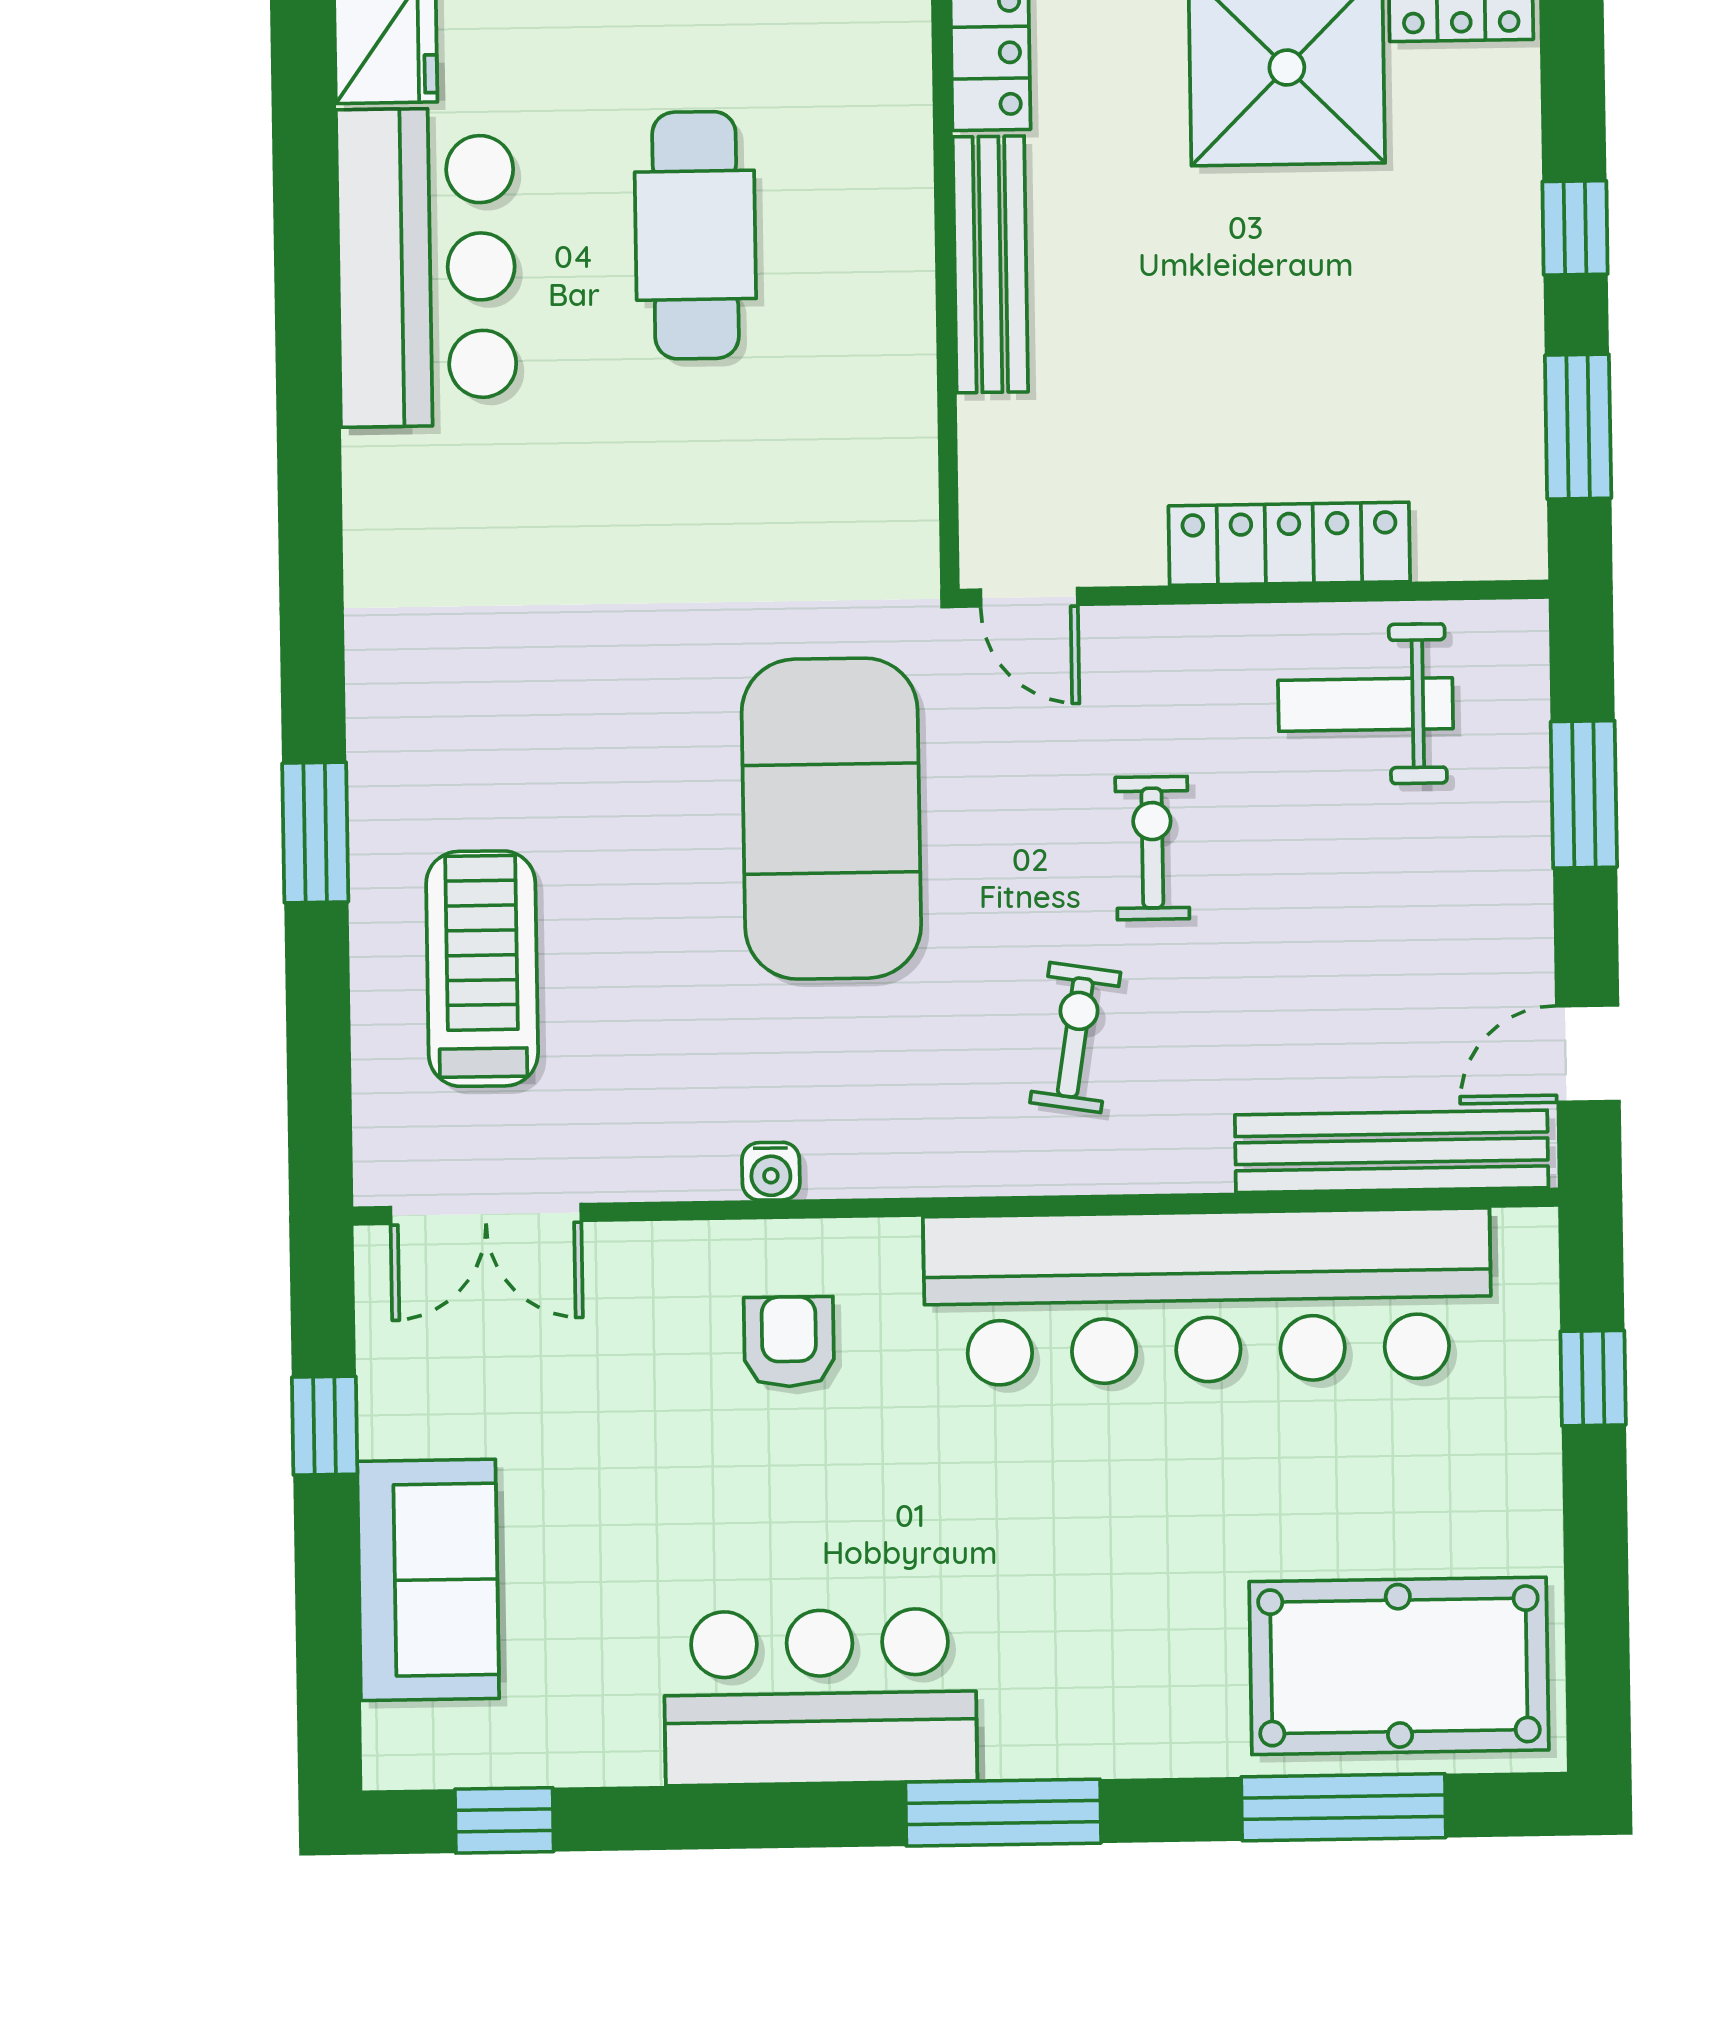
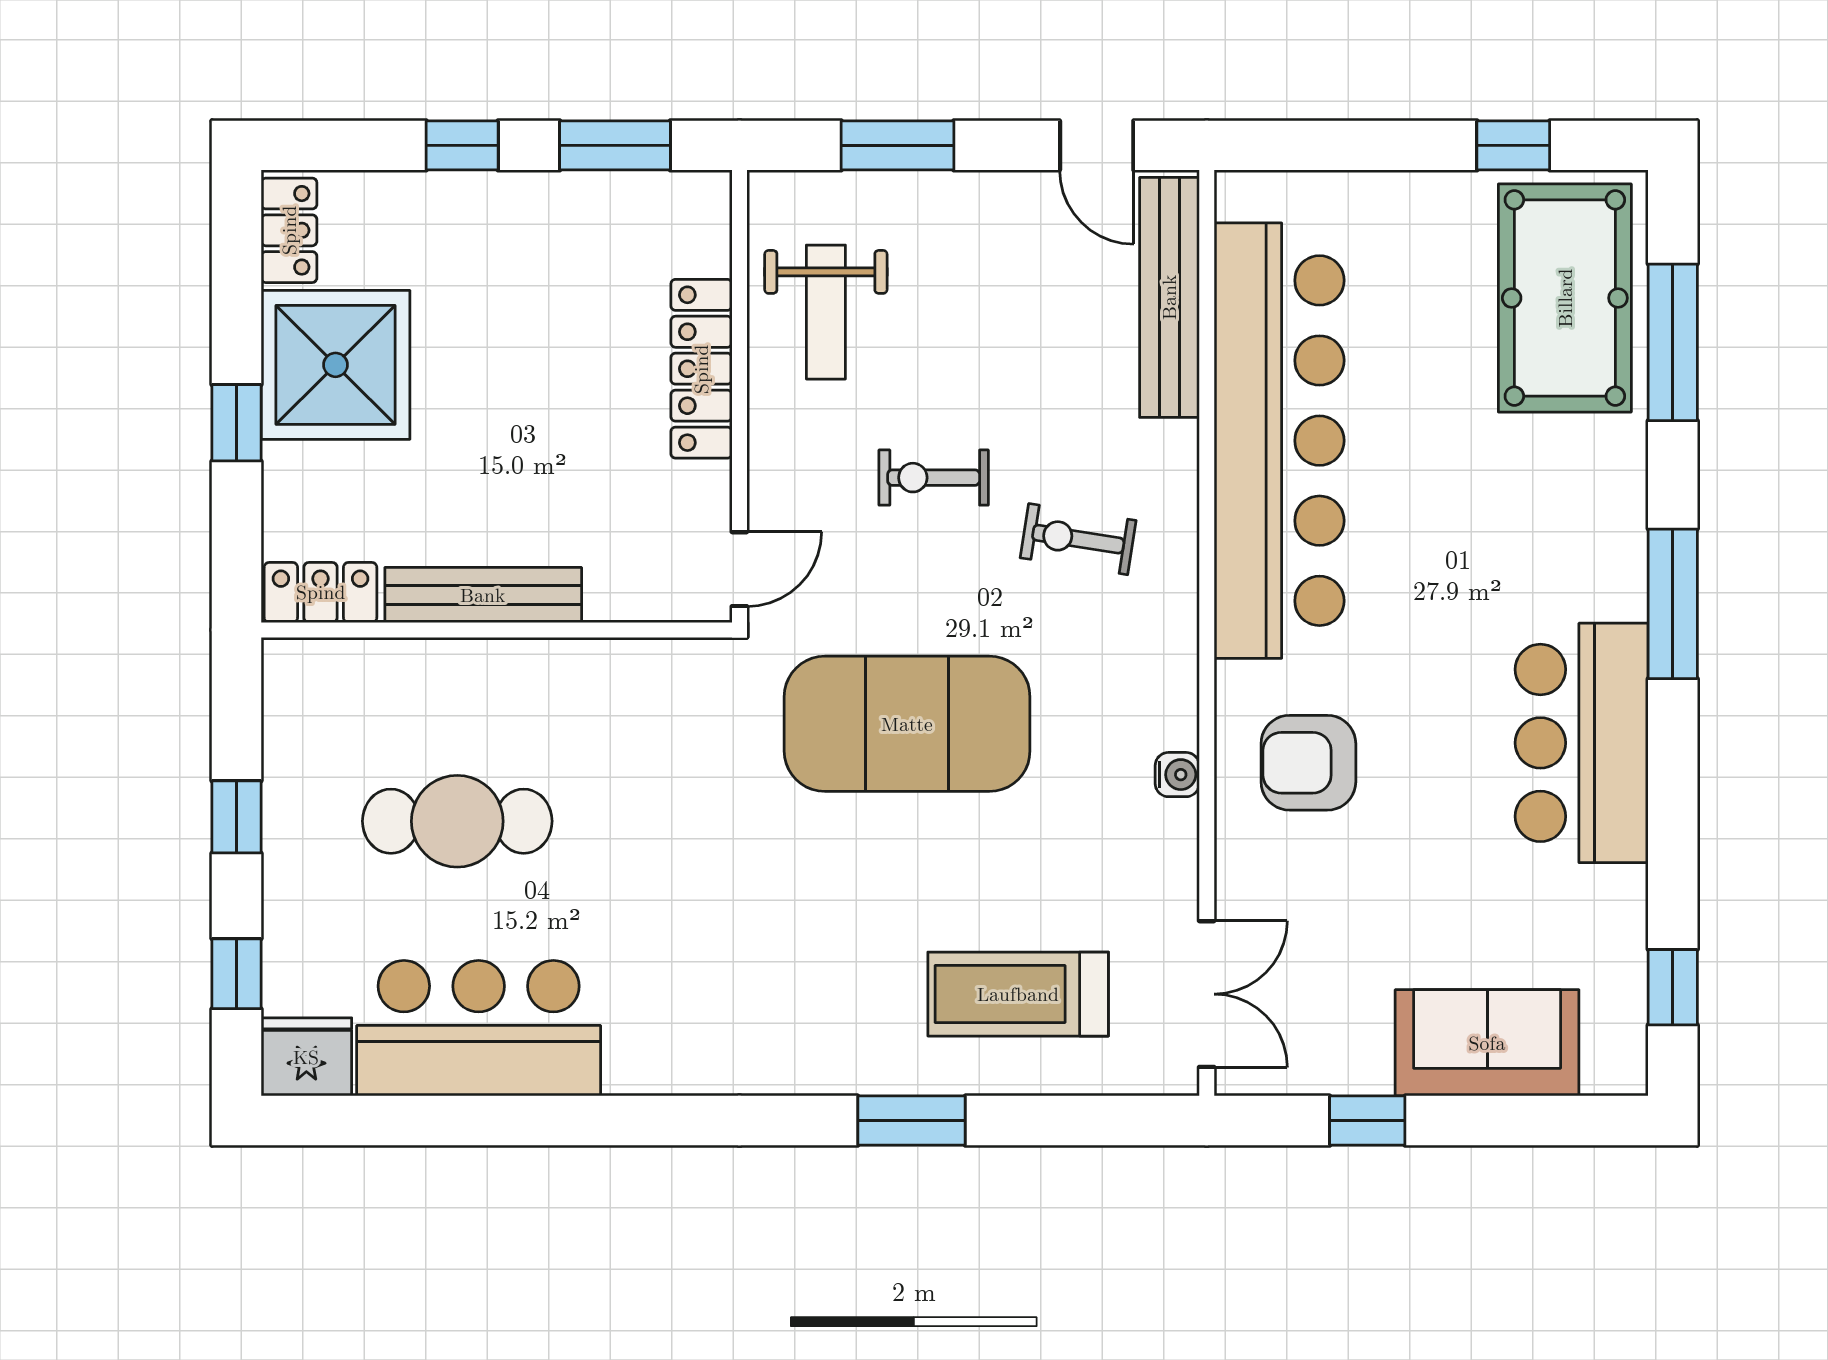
armchair: (789, 1342) -> (1308, 763), width x1.38, depth x1.38
window: (1593, 1378) -> (1513, 145), moved

